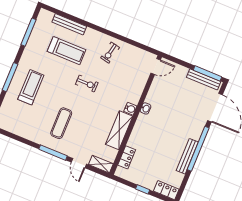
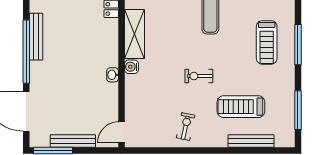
bench: (204, 79) -> (73, 141), moved

